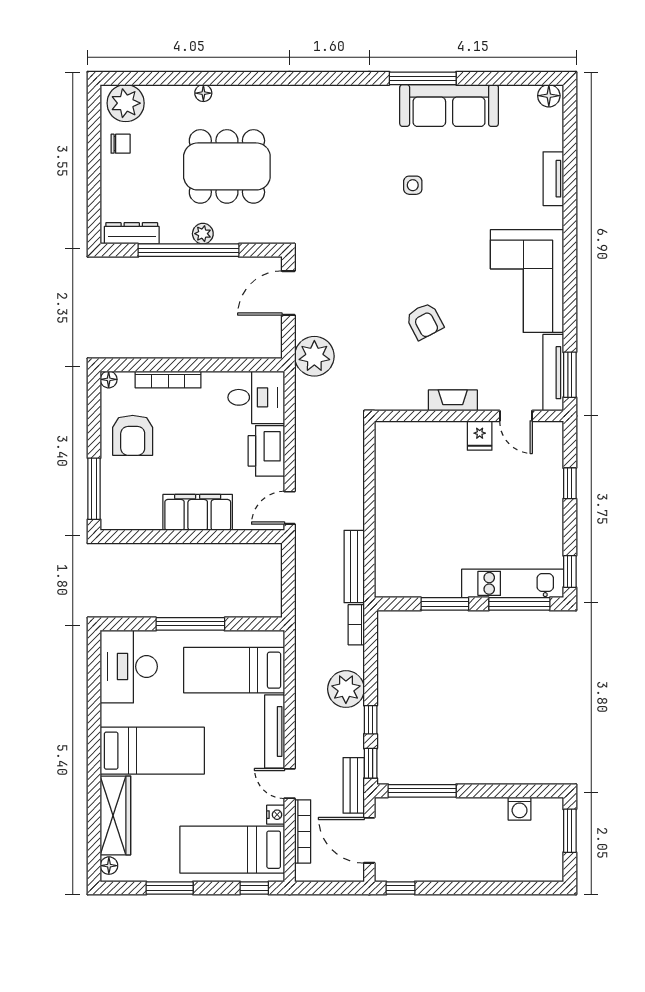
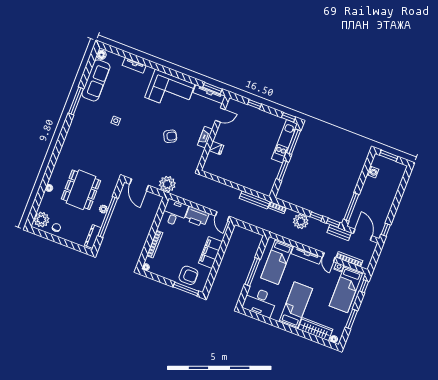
sofa: (449, 106) -> (96, 80), moved
armchair: (133, 435) -> (188, 275), moved
fridge: (480, 436) -> (216, 148), moved
door: (290, 784) -> (329, 257), hinge flipped
door: (369, 840) -> (363, 235), swing flipped

